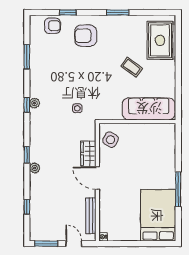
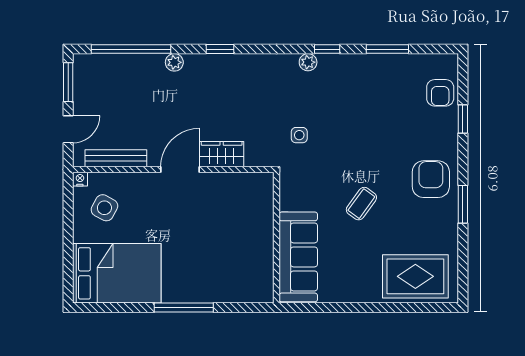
armchair: (86, 36) -> (431, 179), moved
coffee table: (132, 67) -> (361, 204), moved
window: (27, 105) -> (327, 49), moved
side table: (110, 140) -> (104, 208), moved
plant: (35, 168) -> (174, 62), moved
window: (178, 189) -> (184, 308), moved
window: (27, 207) -> (131, 49), width x3.17

